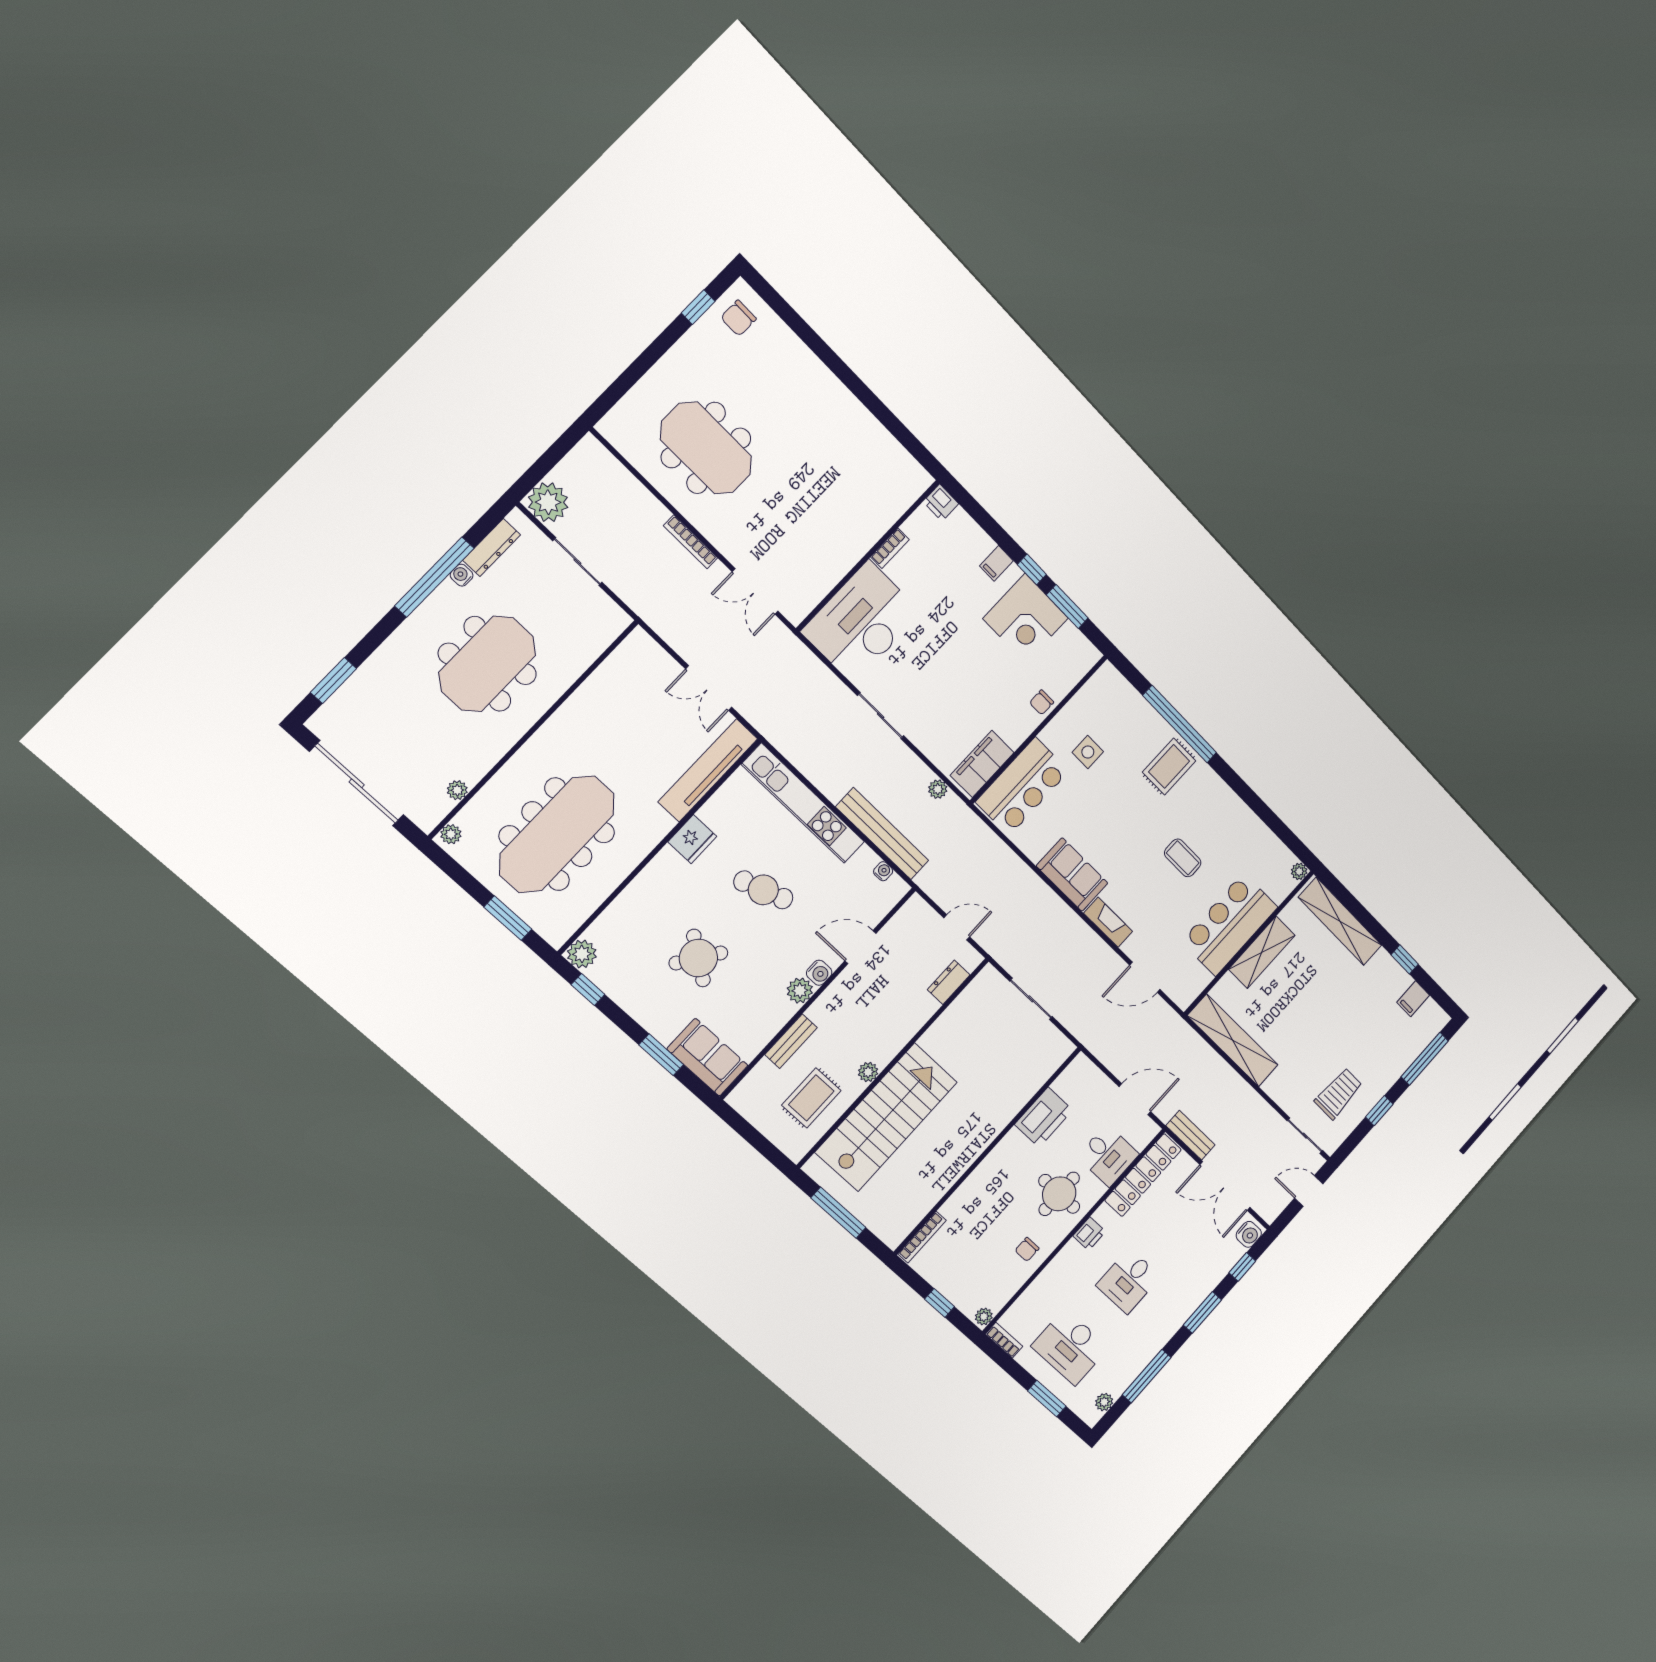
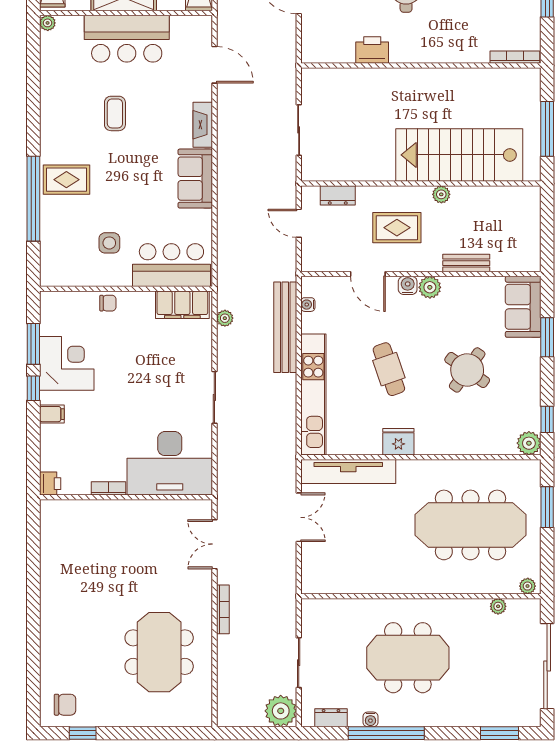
dresser: (492, 548) -> (331, 718), width x0.70
double door: (755, 591) -> (214, 544), swing flipped
rug: (811, 1098) -> (397, 228), moved
printer: (1044, 1117) -> (372, 50), width x0.73, depth x0.84

